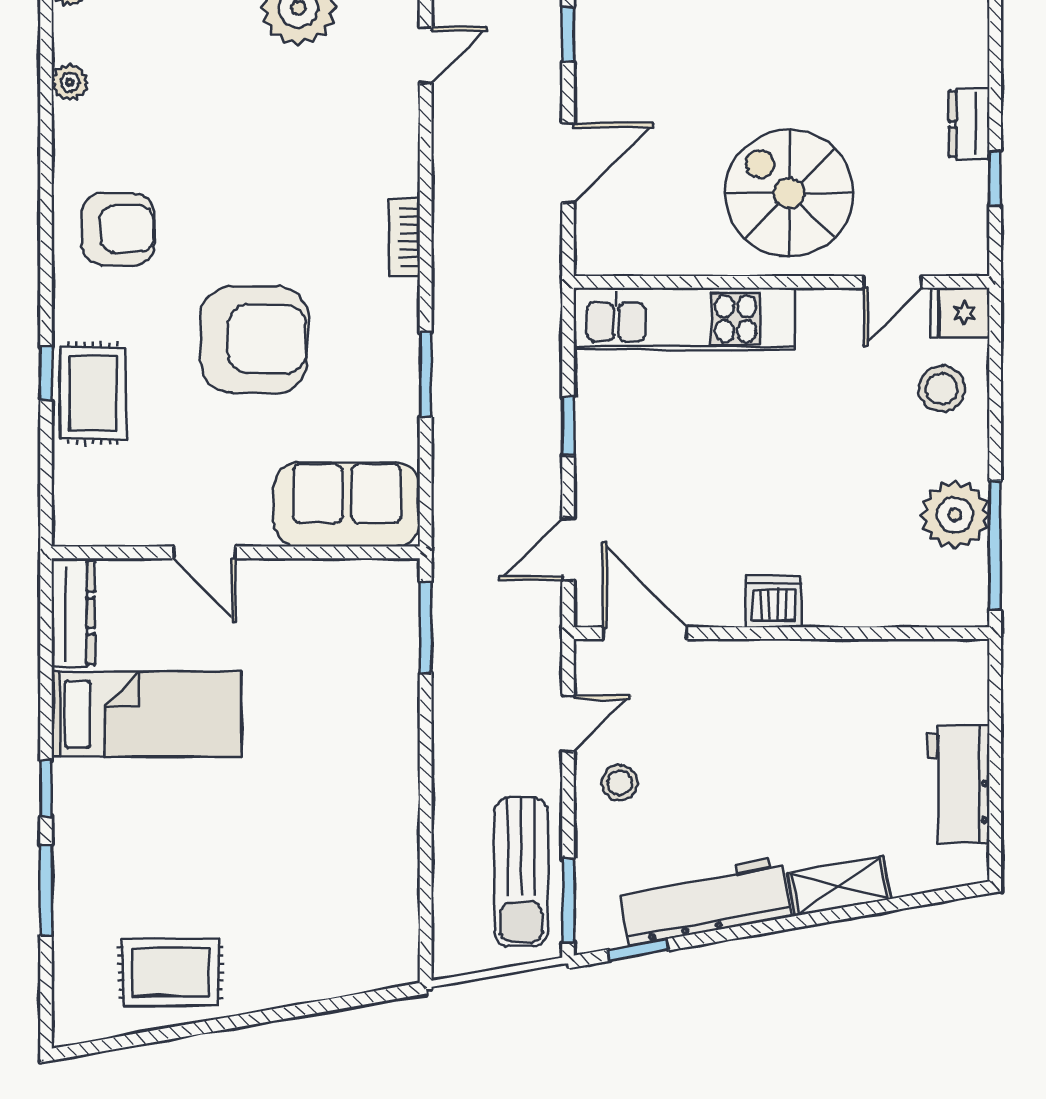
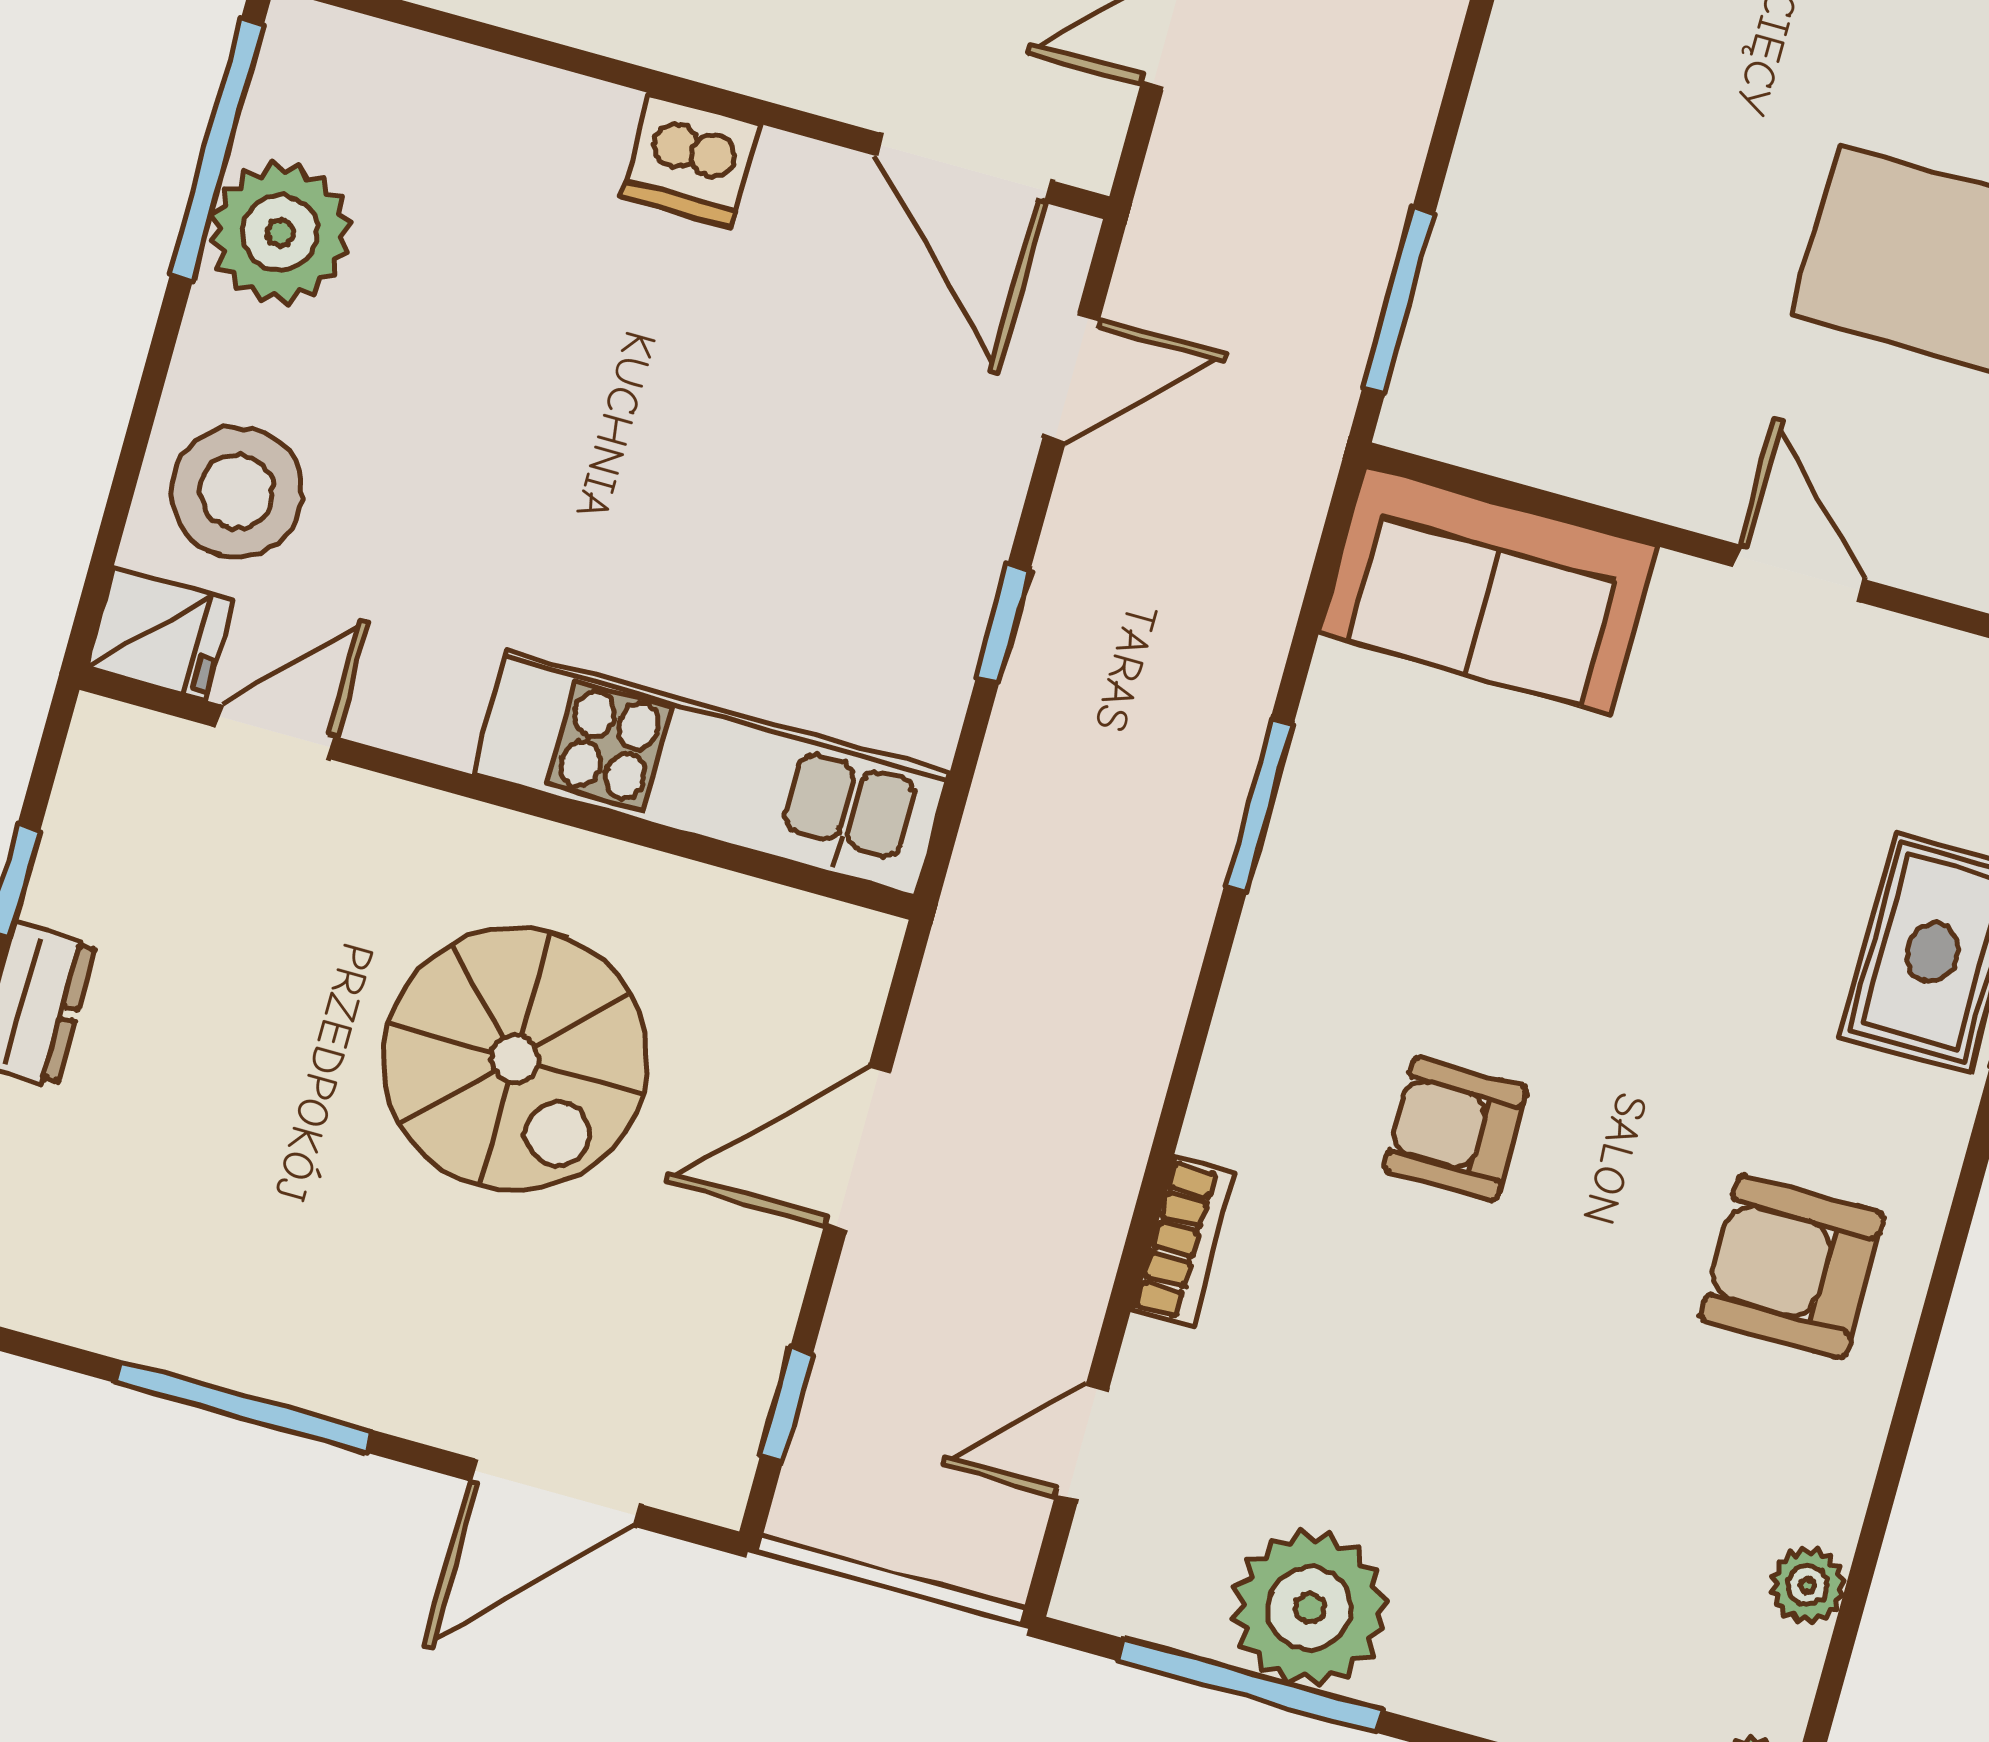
spiral stairs: (789, 193) -> (515, 1059), moved
bookcase: (404, 237) -> (1183, 1242), moved
armchair: (254, 339) -> (1455, 1129), moved, width x0.53, depth x0.53
stool: (942, 389) -> (237, 492), width x1.38, depth x1.38

